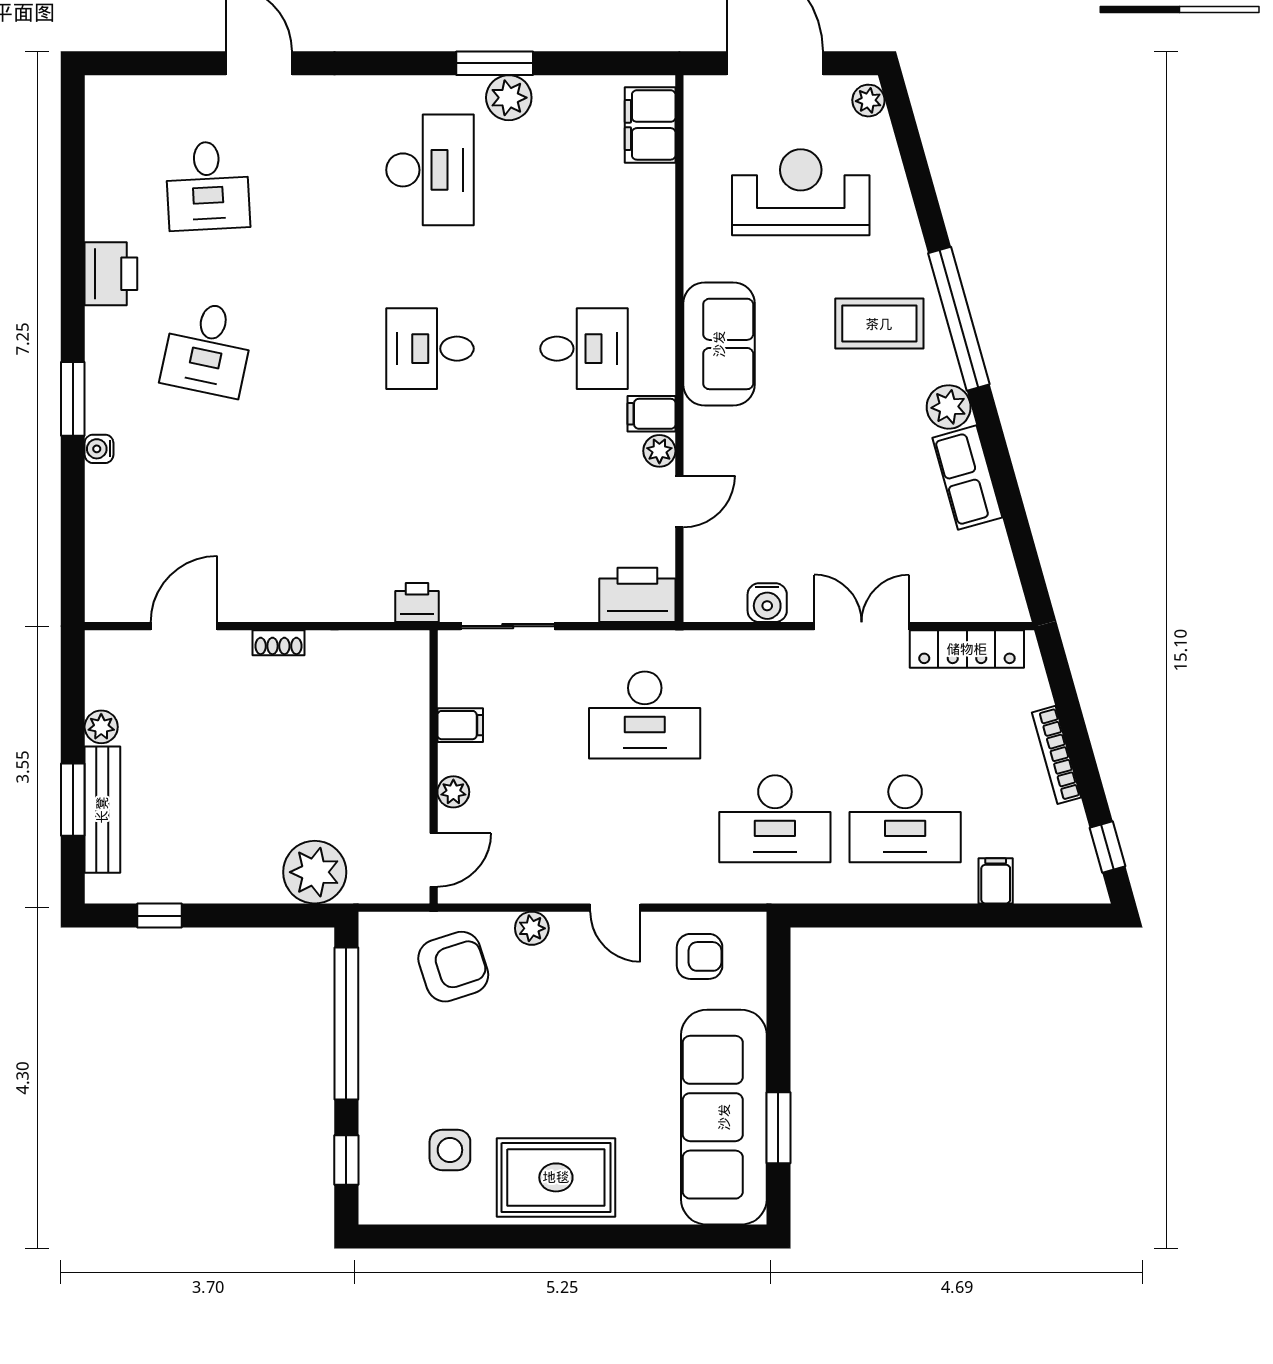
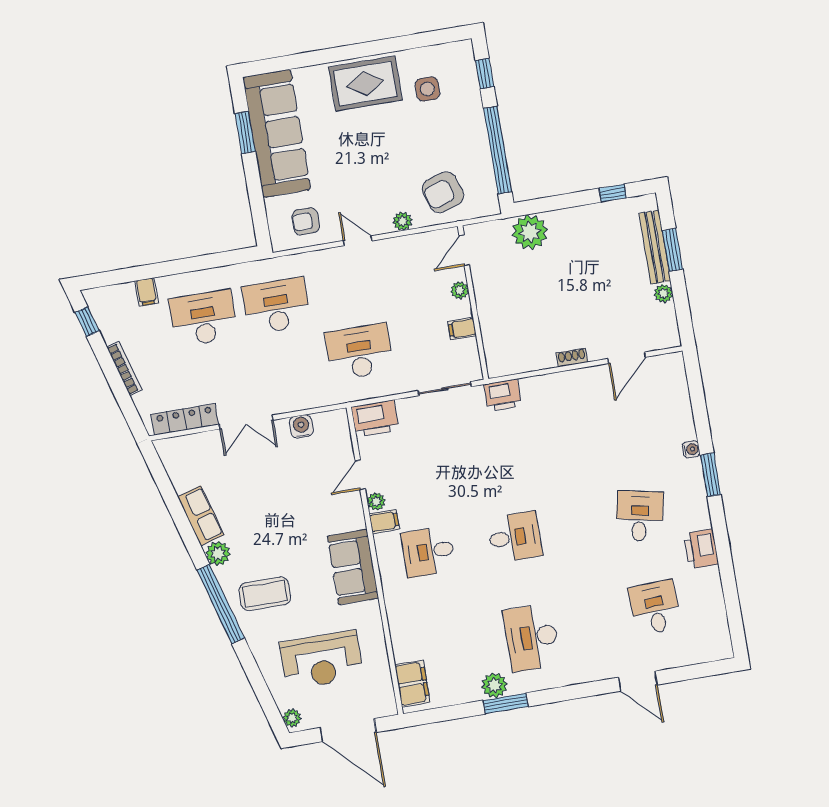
printer: (417, 603) -> (503, 395), width x1.36, depth x1.24

